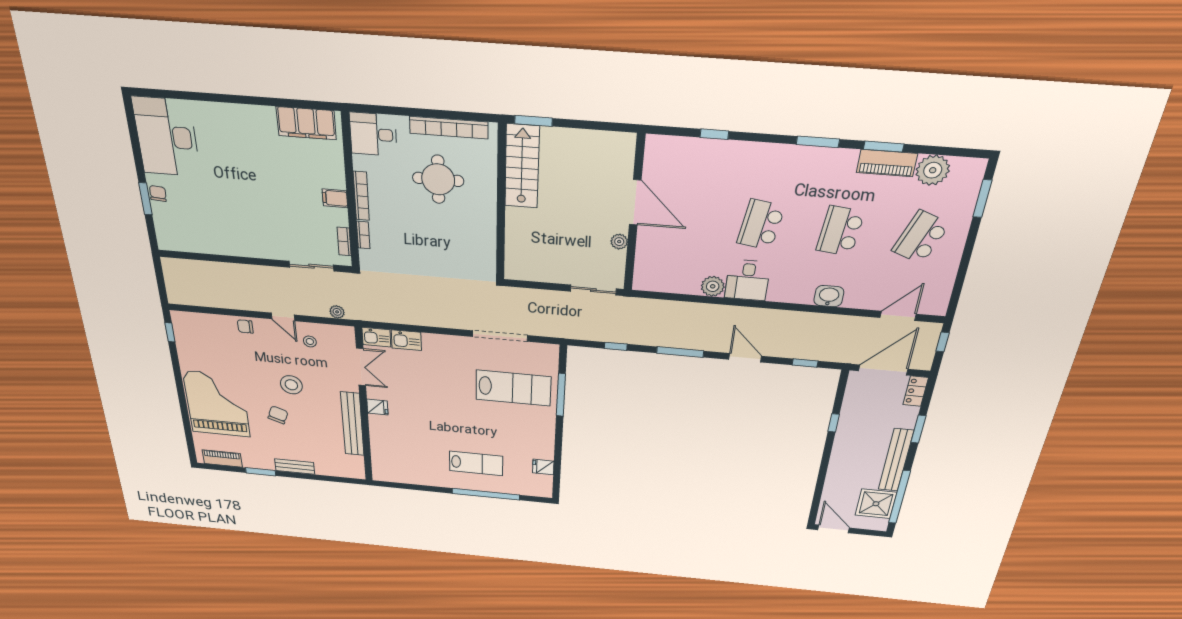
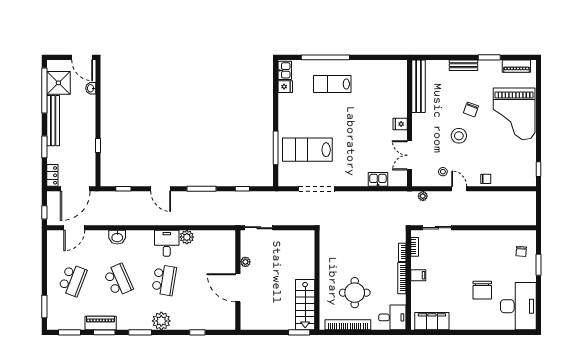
window: (948, 151) -> (69, 332), added
chair: (229, 167) -> (482, 290), added
plant: (933, 170) -> (161, 321), moved
chair: (158, 193) -> (521, 251), moved
school desk: (840, 231) -> (118, 280), turned -30
kitchen sink: (376, 337) -> (285, 70), moved, turned 90
bench: (352, 424) -> (419, 86), moved
washbasin: (829, 493) -> (91, 88), added

